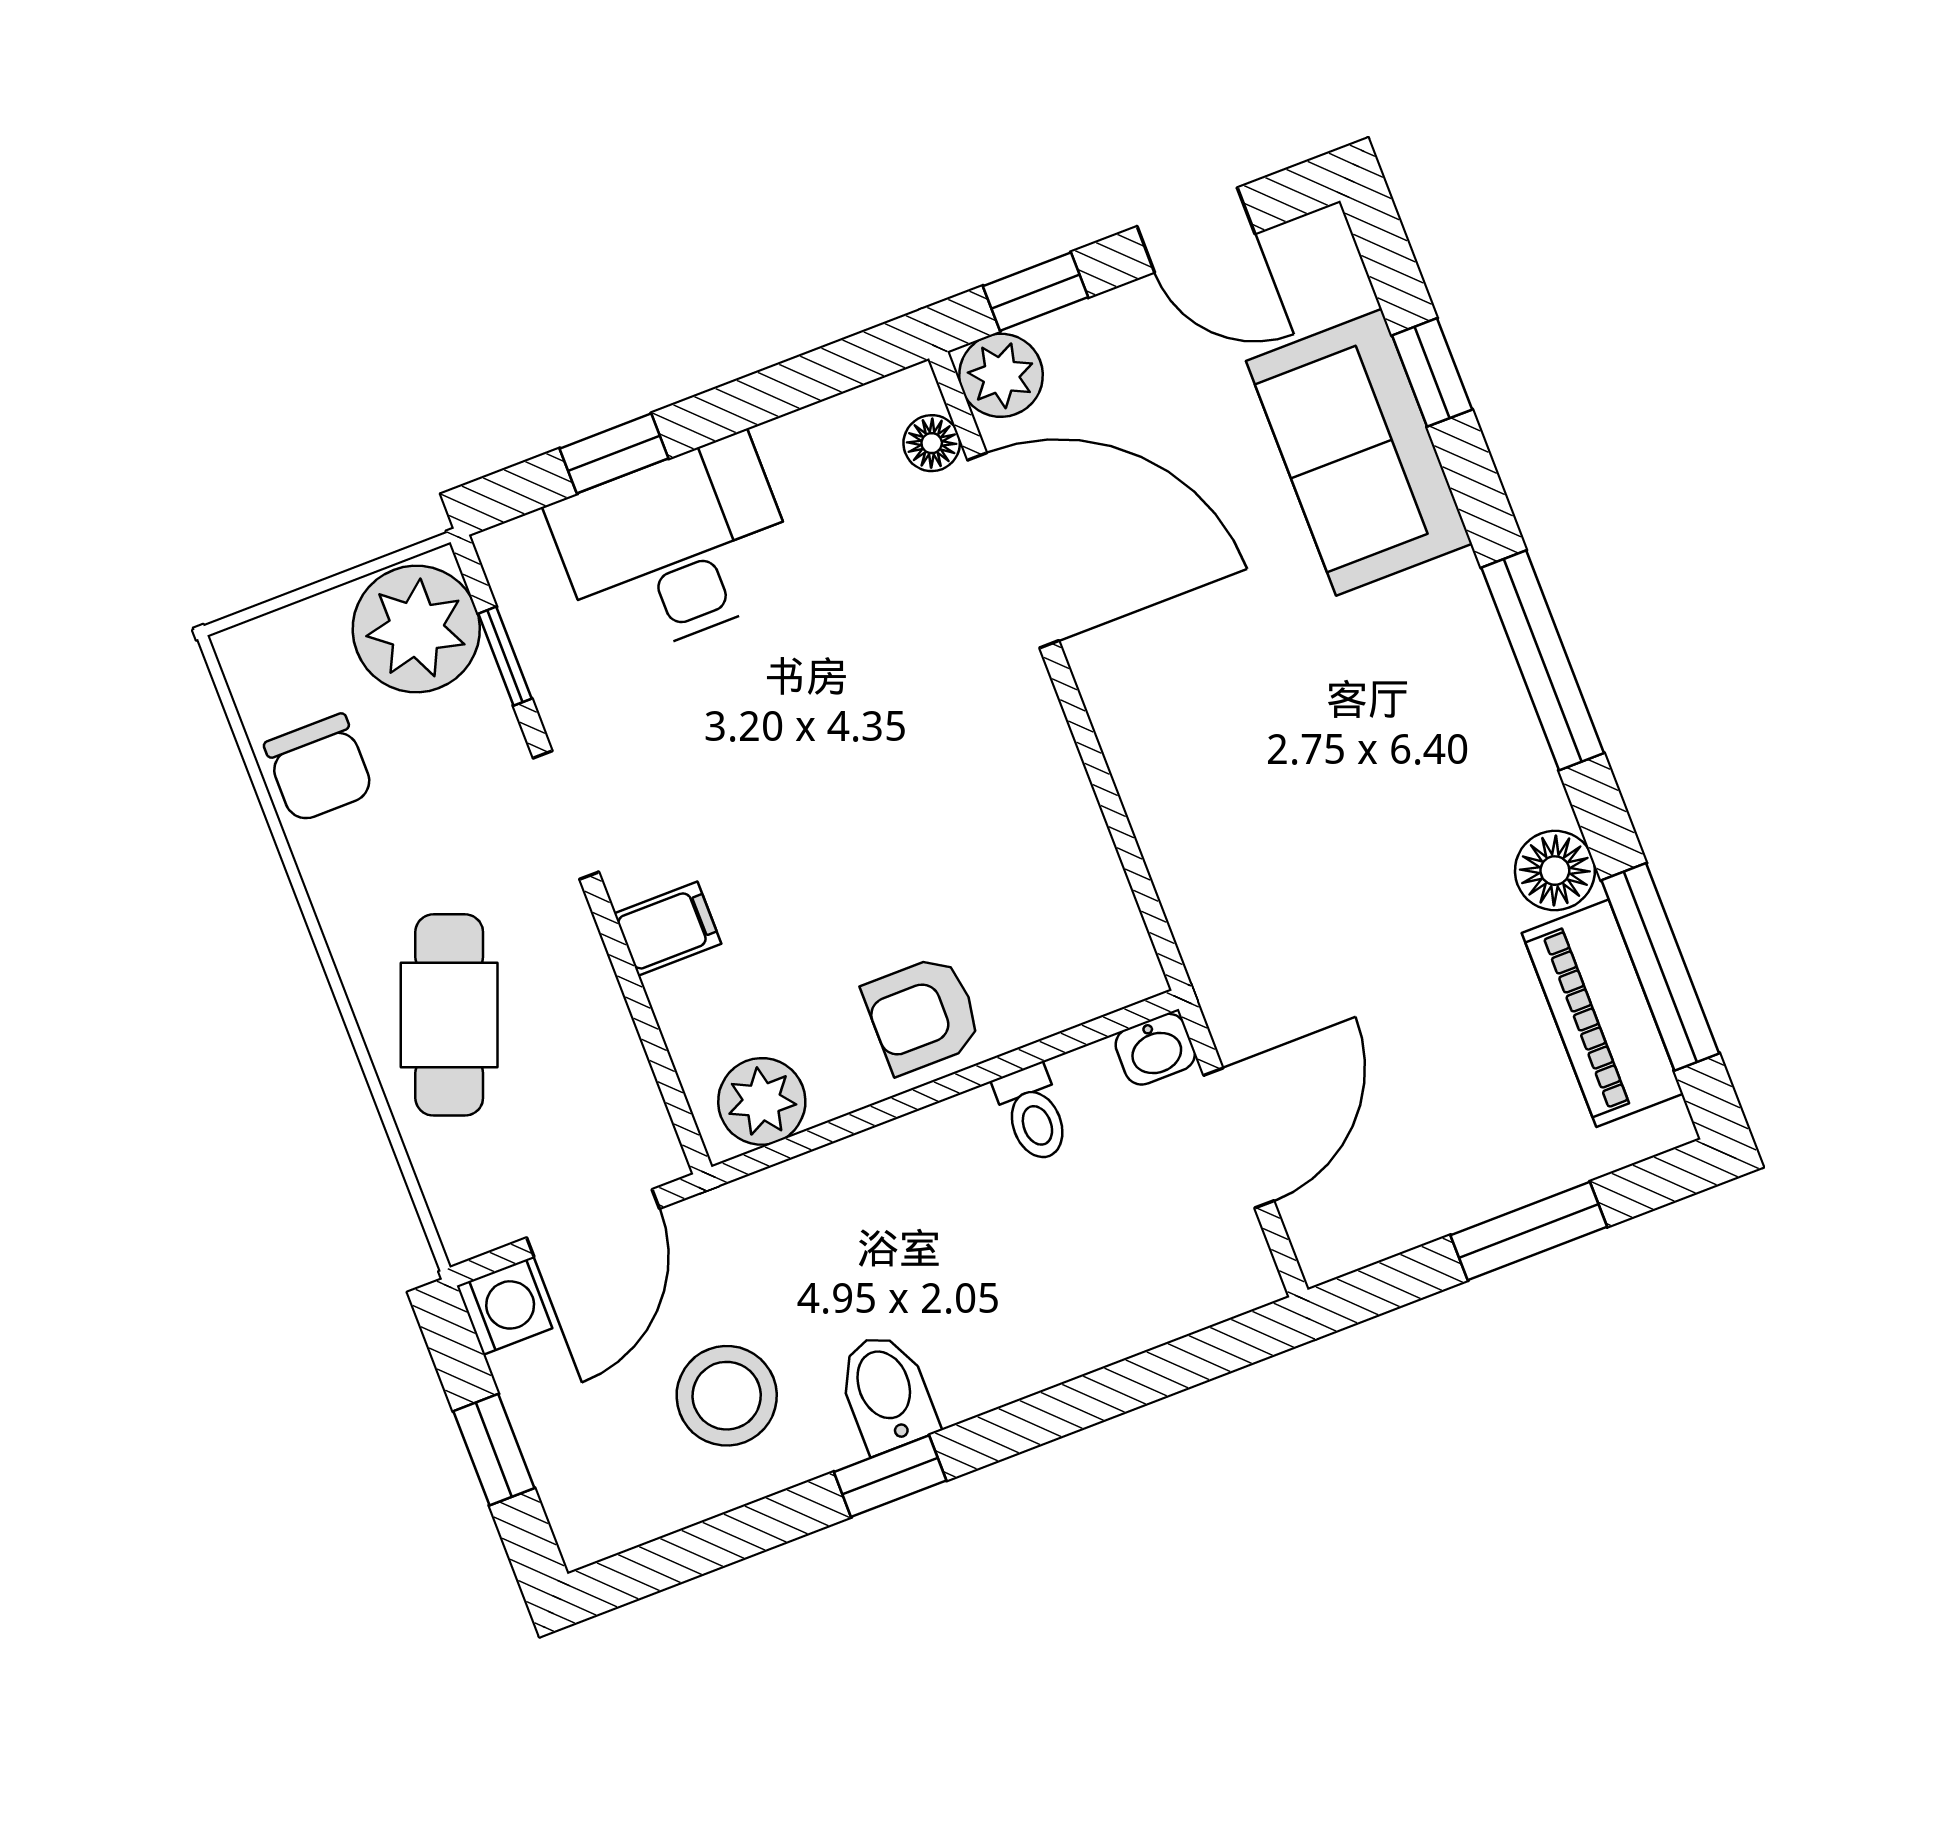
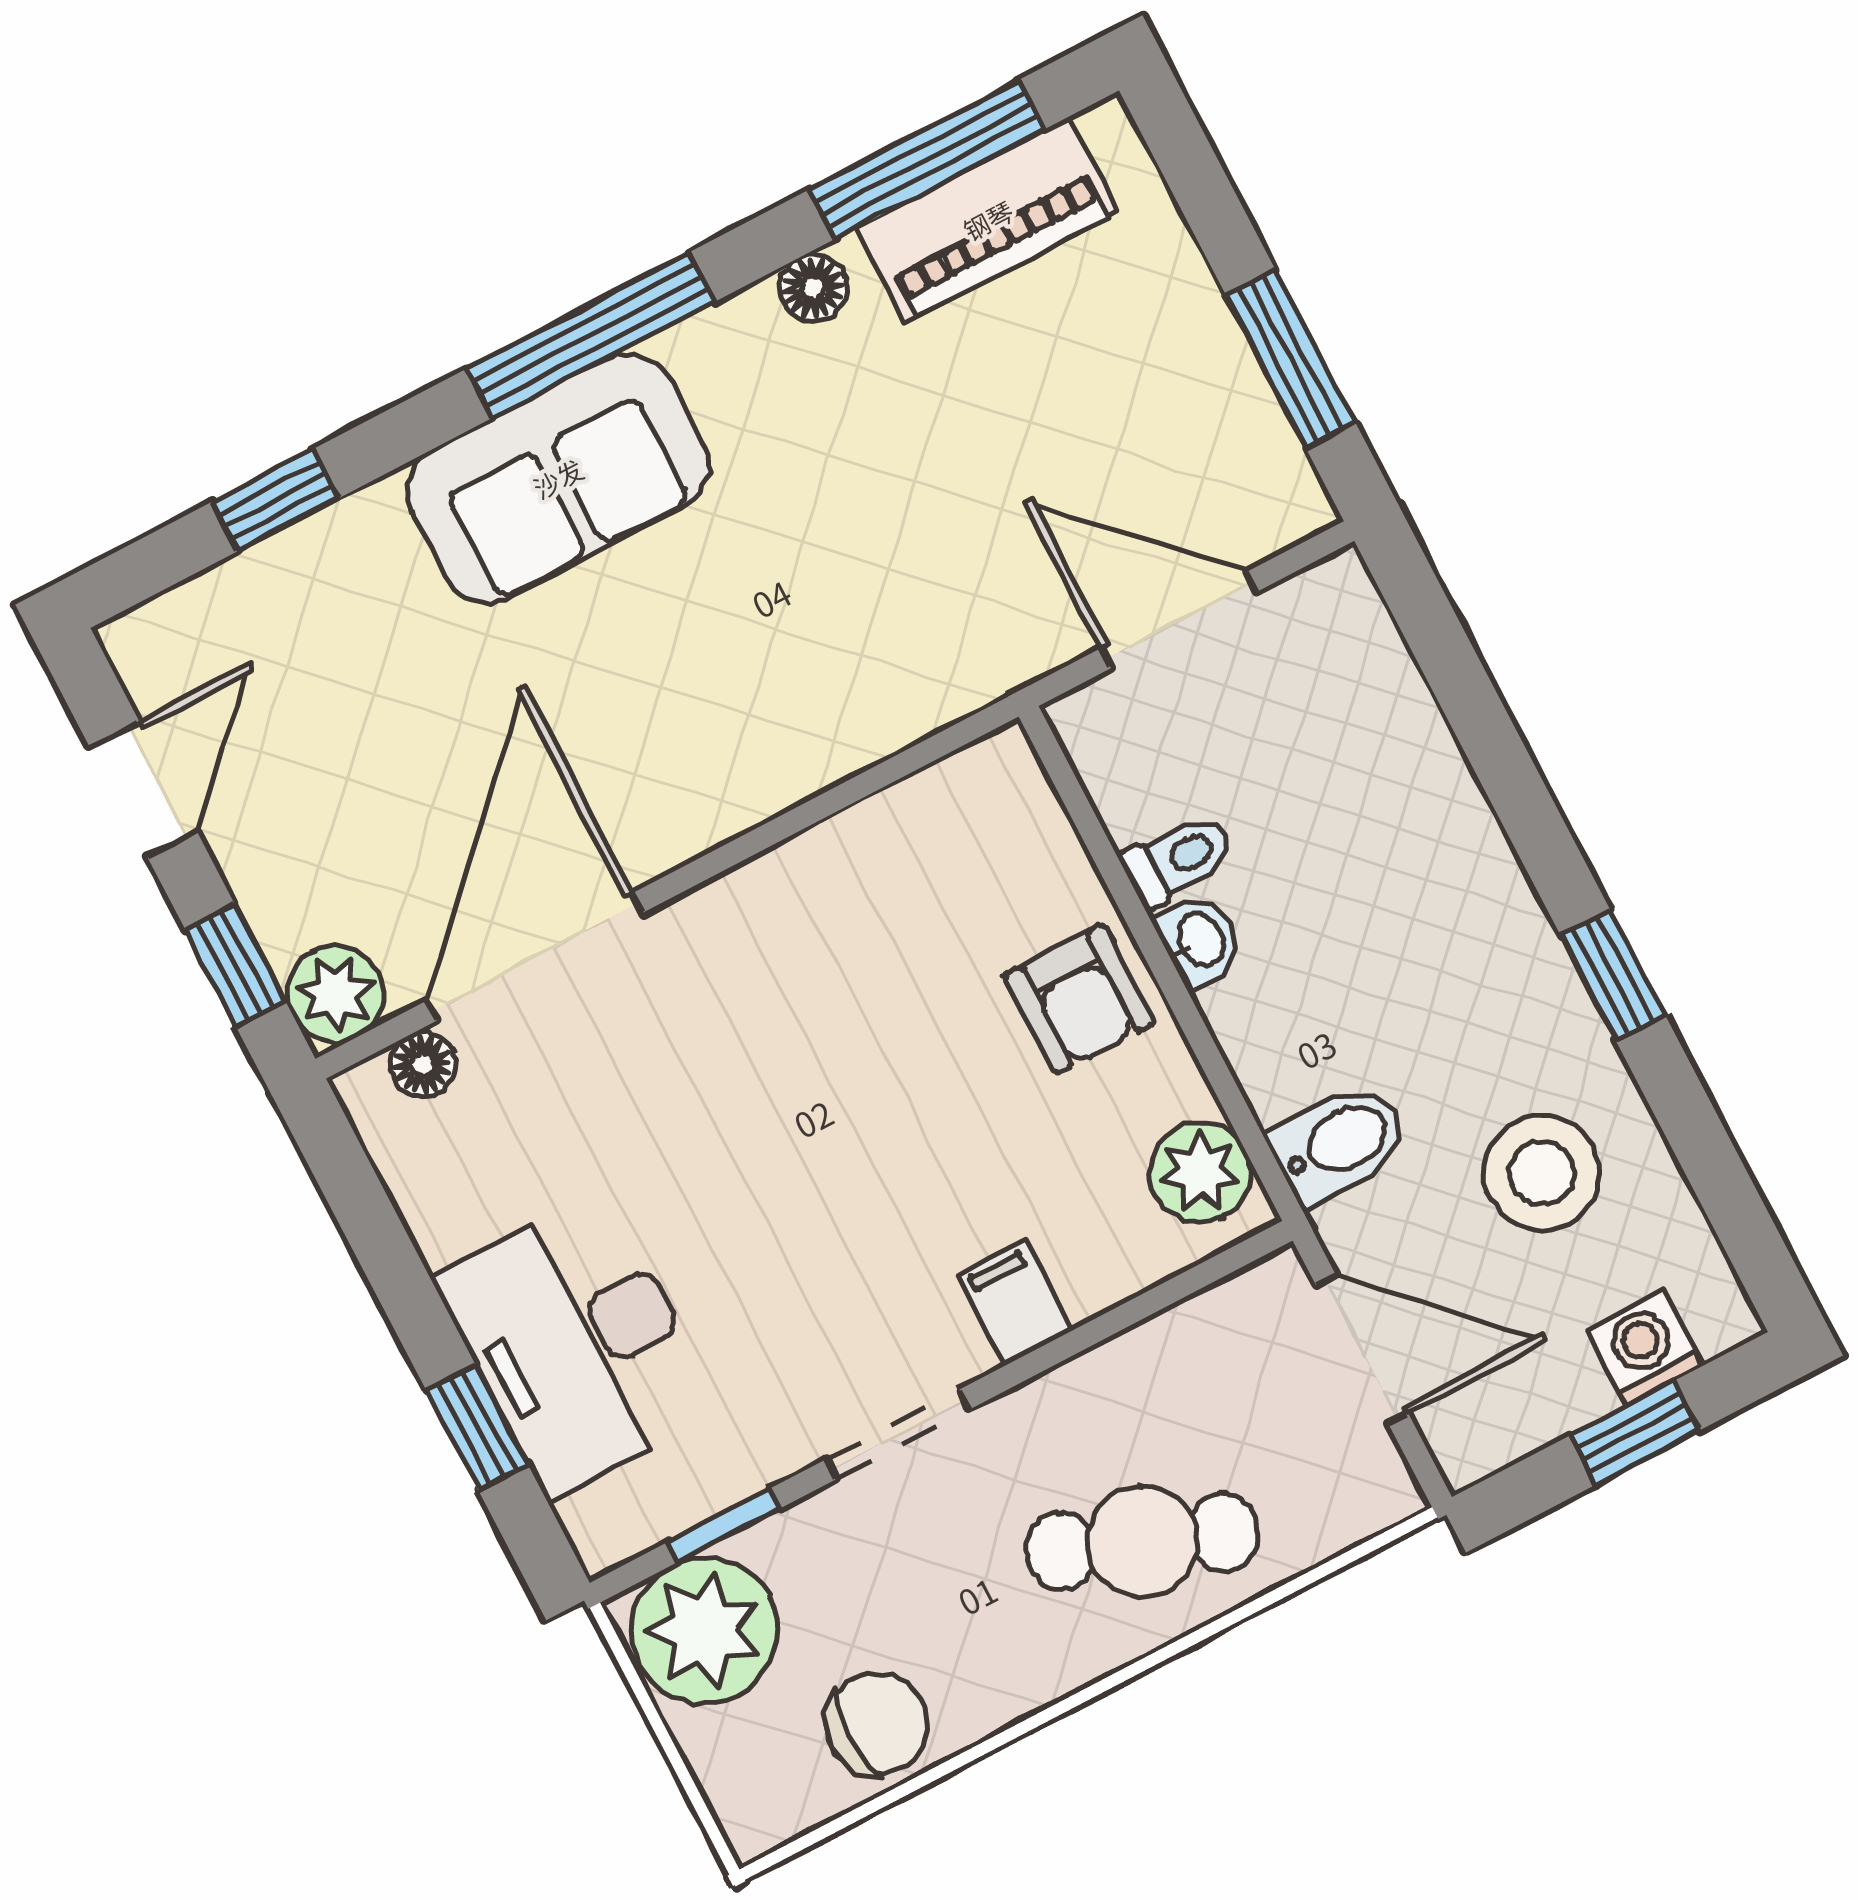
sofa: (1359, 452) -> (558, 478), moved
floor lamp: (1555, 871) -> (813, 288), width x0.73, depth x0.73
washbasin: (1155, 1049) -> (1199, 941), moved
window: (1529, 1231) -> (1291, 359), moved
washing machine: (505, 1307) -> (1645, 1348), moved
bidet: (887, 1392) -> (1339, 1143), moved, turned 180

